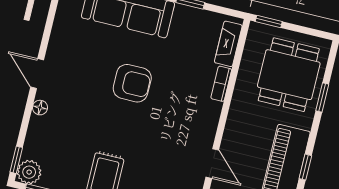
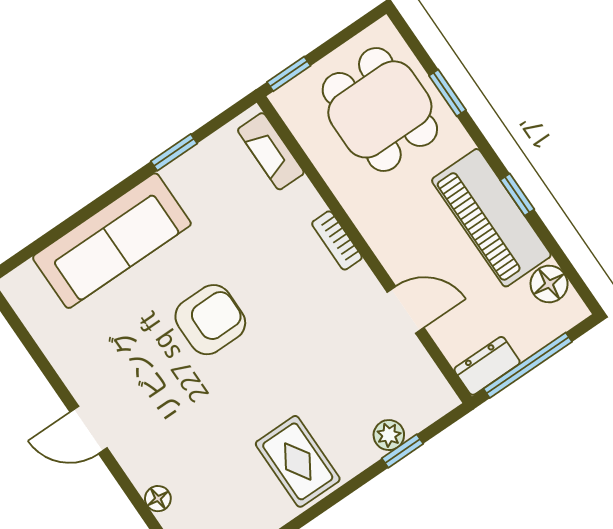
bookcase: (221, 84) -> (337, 240), moved
floor lamp: (40, 108) -> (158, 499), moved

